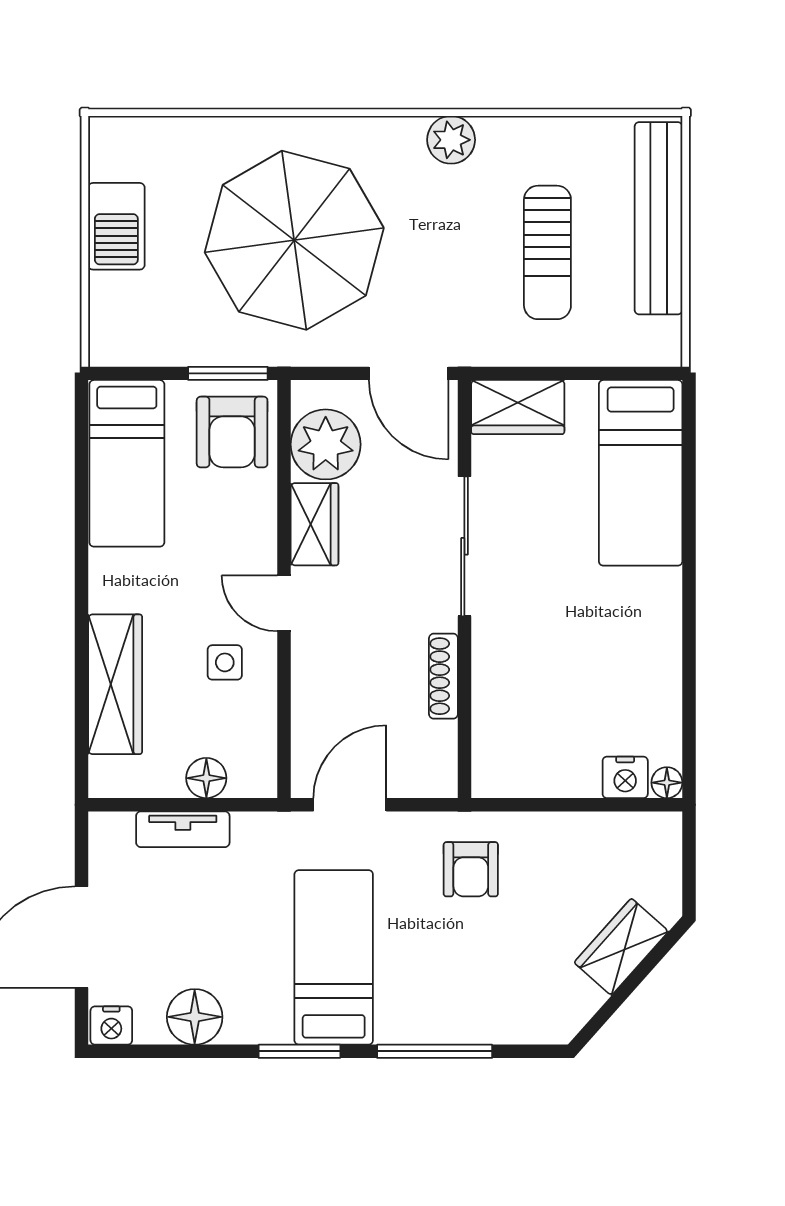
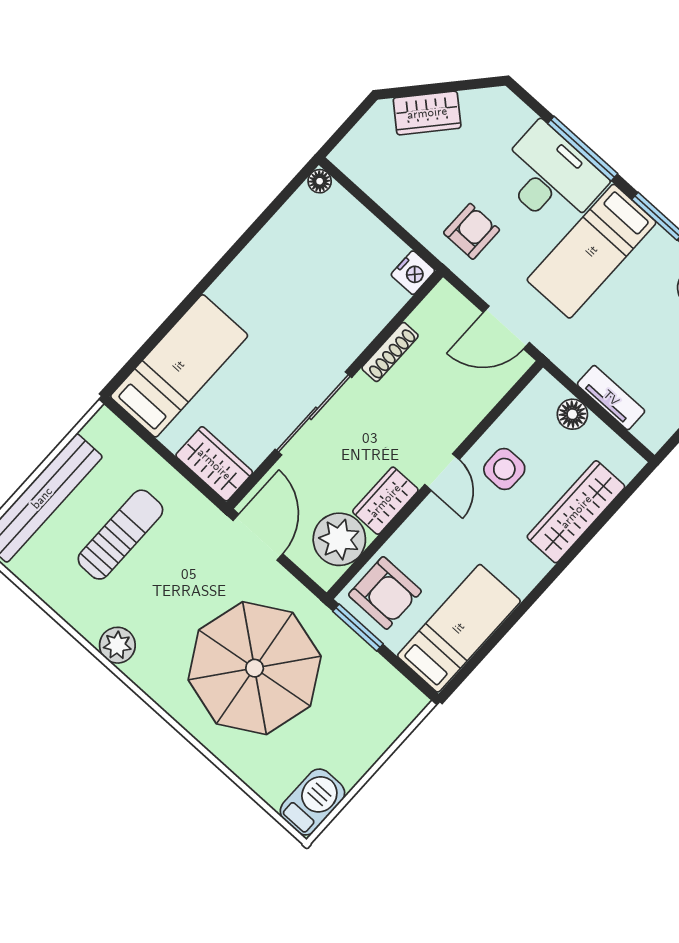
barbecue: (116, 226) -> (312, 802), moved
armchair: (232, 432) -> (385, 593), turned 90
side table: (225, 662) -> (504, 469), width x1.37, depth x1.37
nightstand: (625, 777) -> (413, 273), moved, turned 90
desk: (441, 994) -> (551, 177), added

